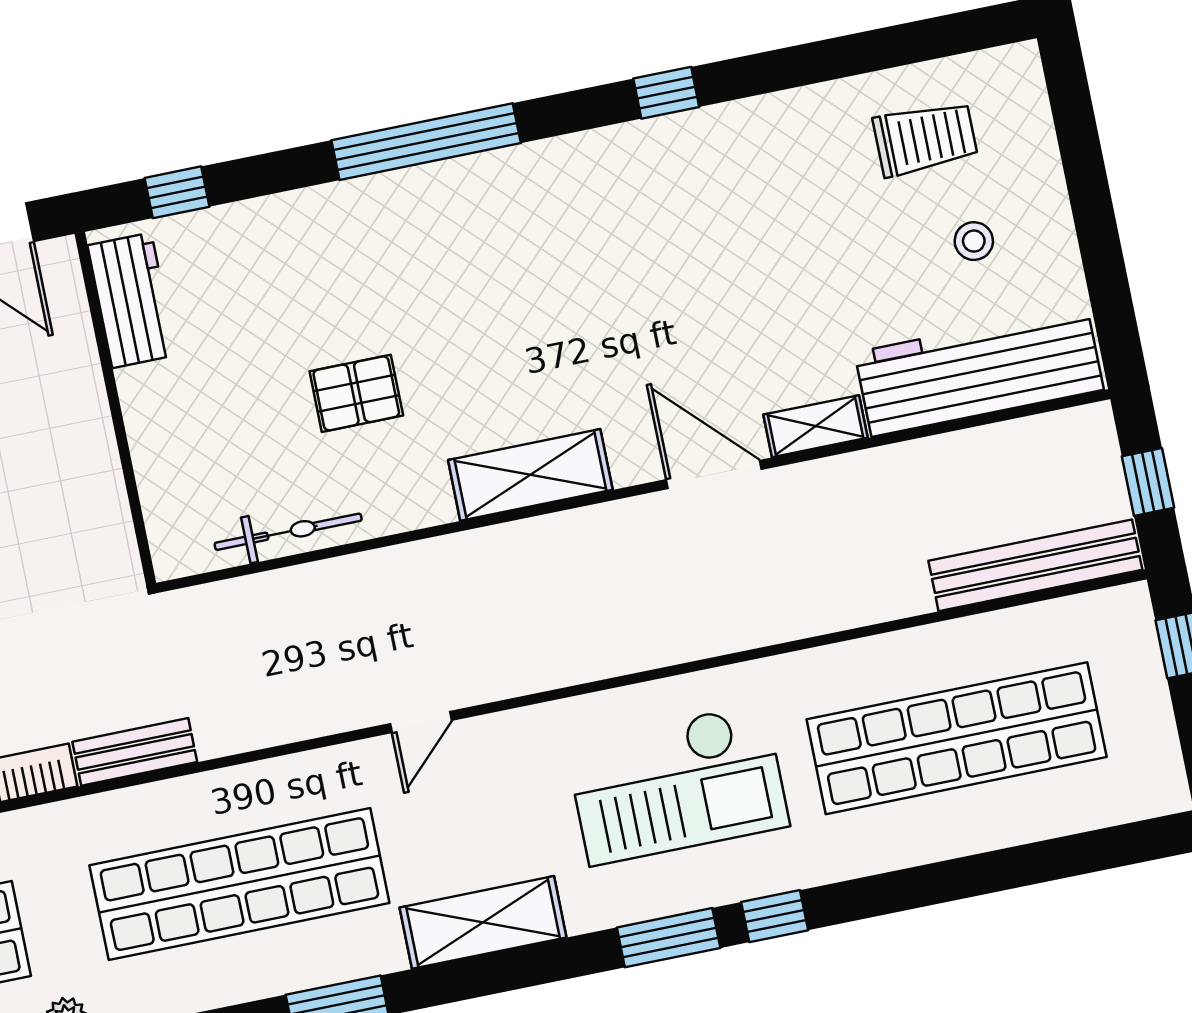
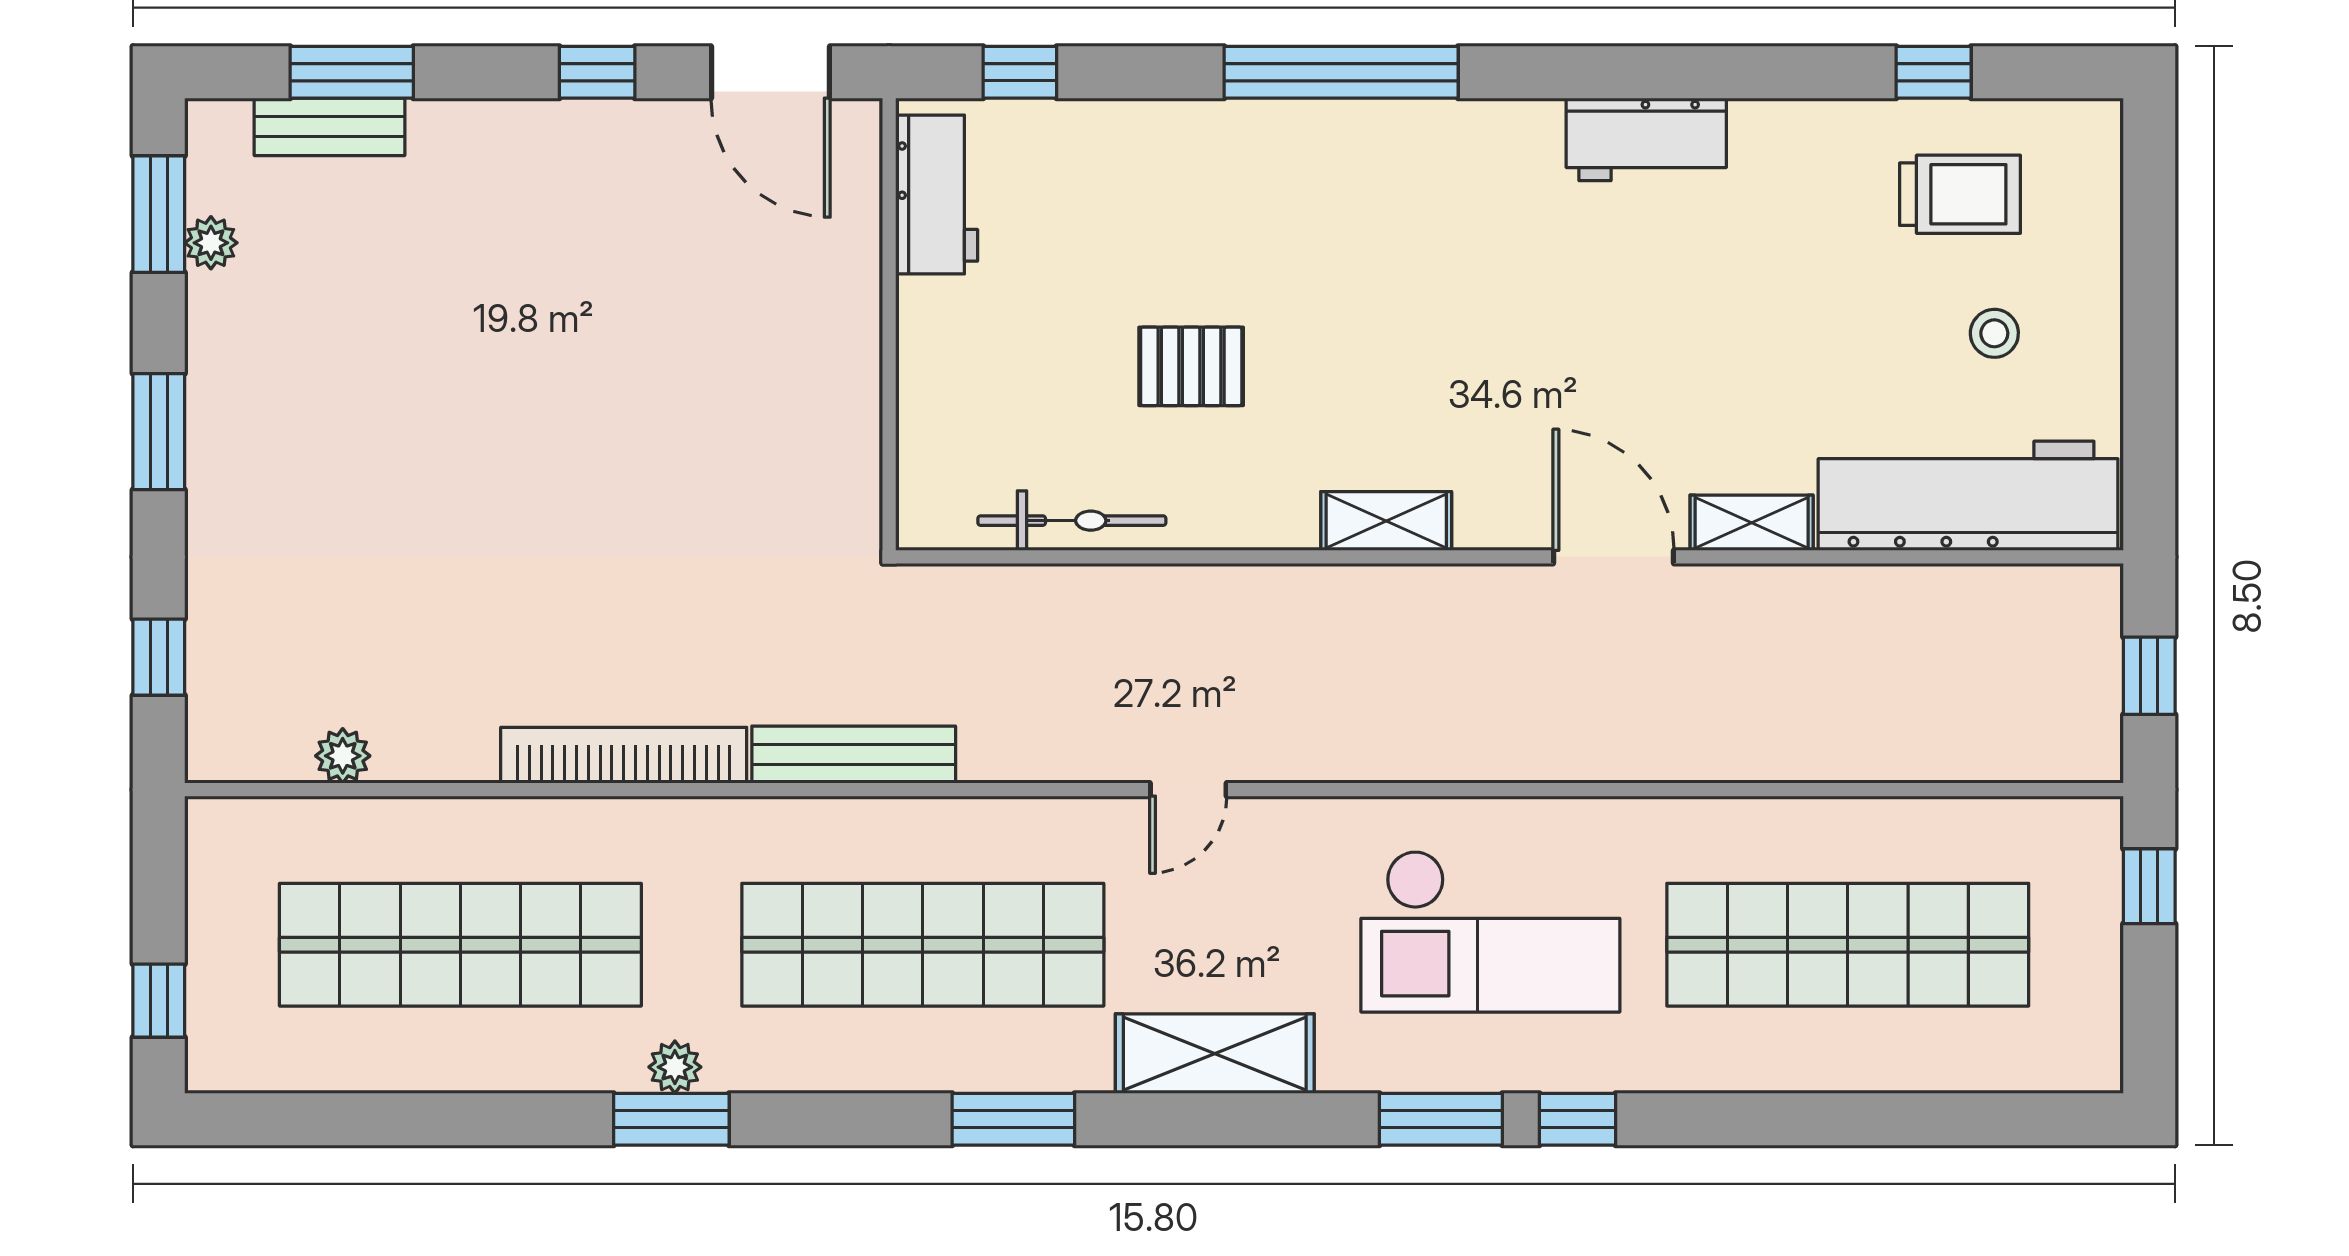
window: (666, 93) -> (1934, 72), moved
workbench: (673, 146) -> (1646, 139), added
shelving: (530, 475) -> (1386, 521), width x0.67, depth x0.75
bench: (1035, 565) -> (1989, 750), removed
bench: (135, 752) -> (854, 755), width x1.36

